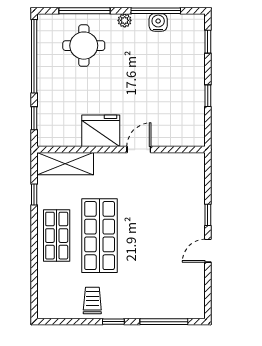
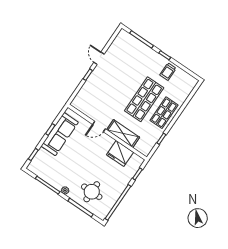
water cooler: (158, 22) -> (50, 179), removed
sofa: (189, 98) -> (60, 134), added
fridge: (101, 131) -> (120, 153), moved
shelving: (65, 164) -> (123, 133), moved
door: (208, 251) -> (99, 58), swing flipped

